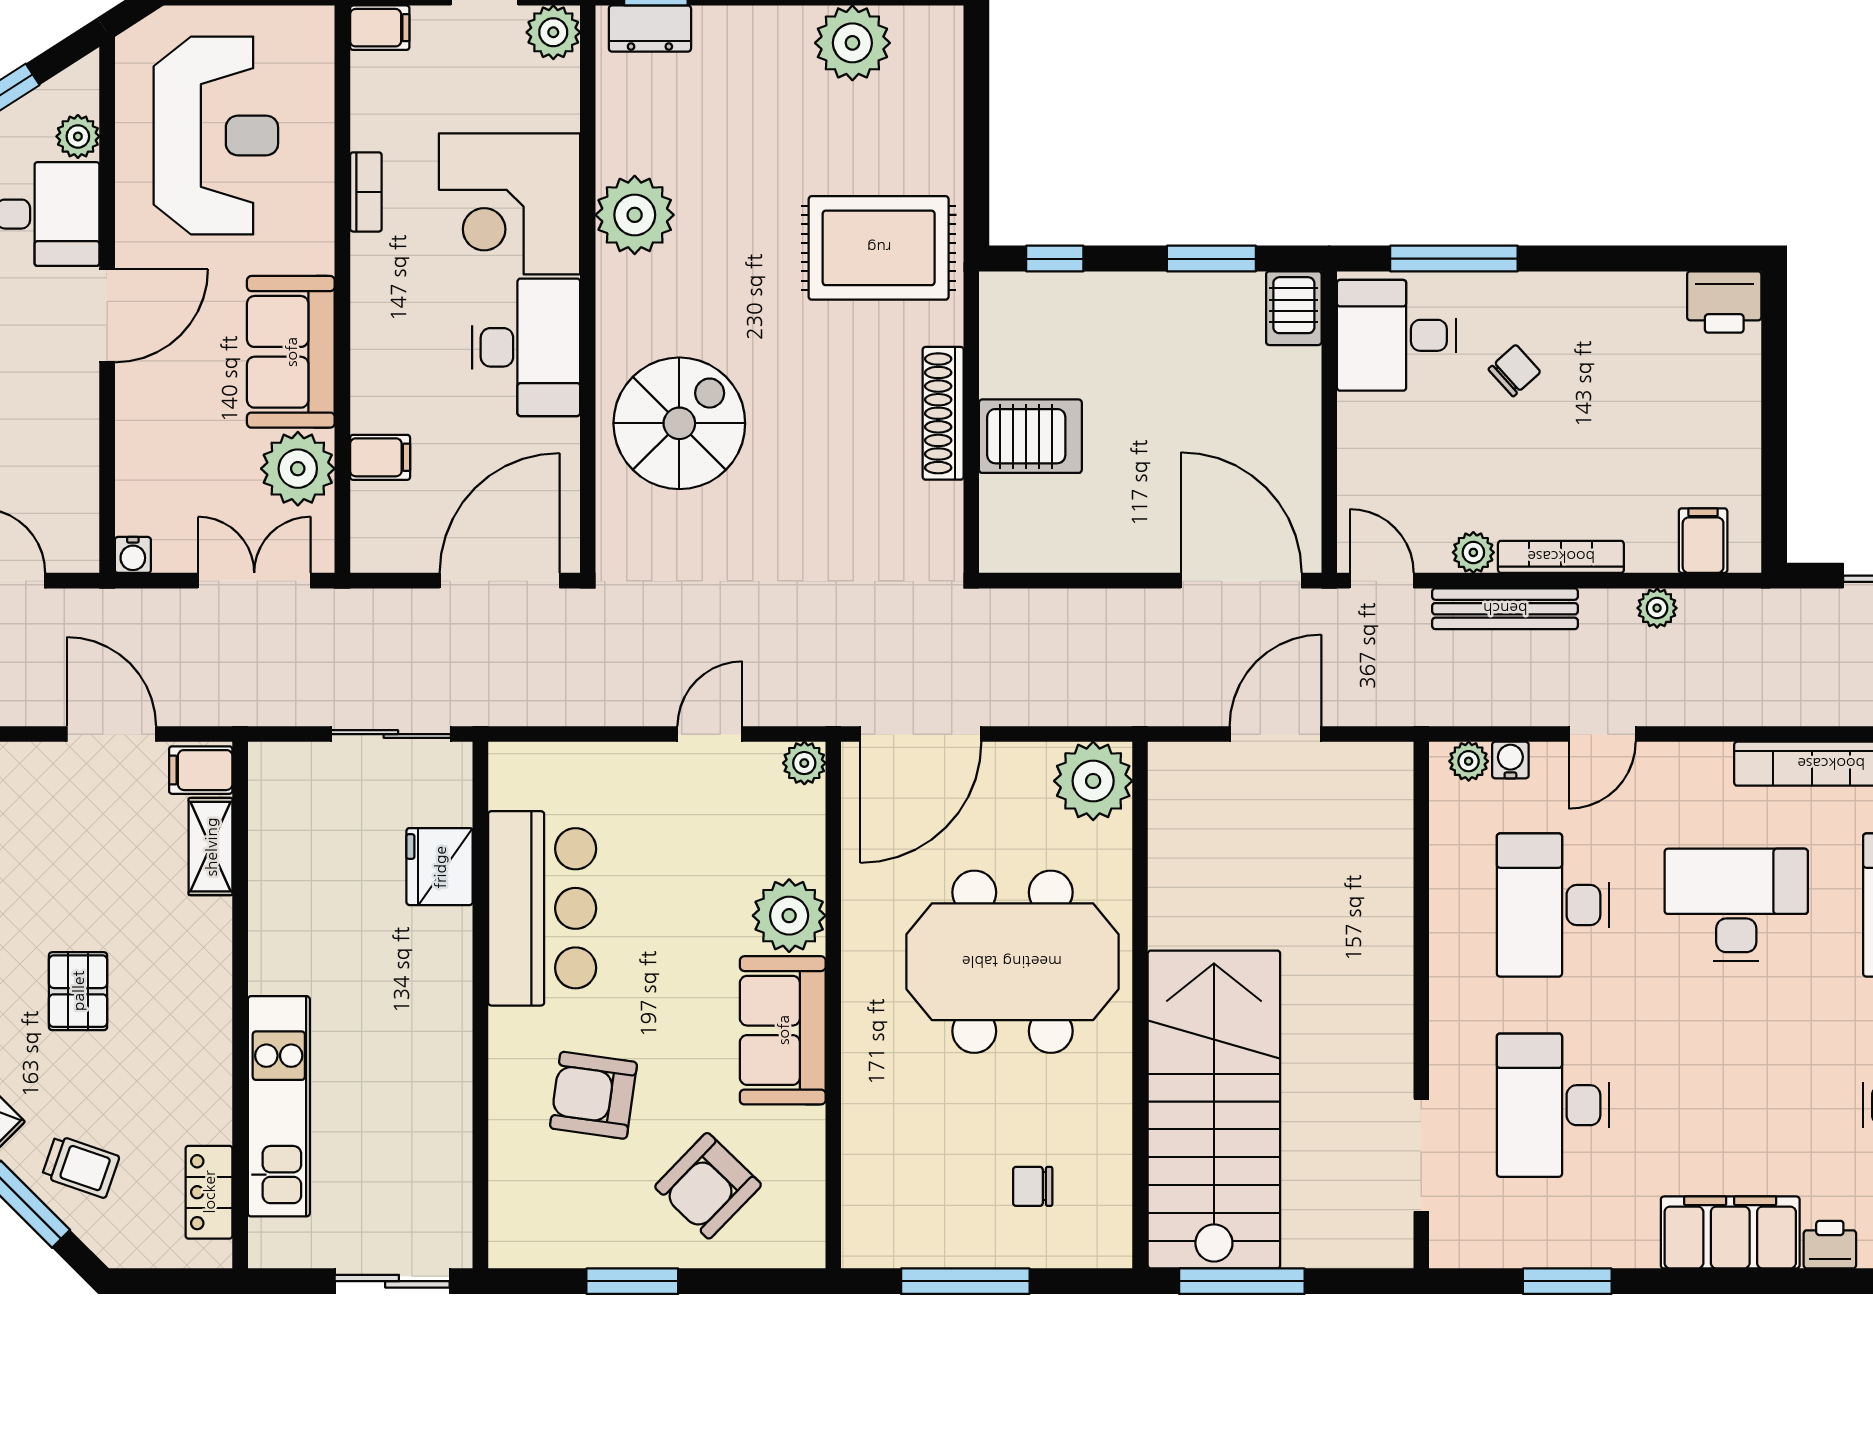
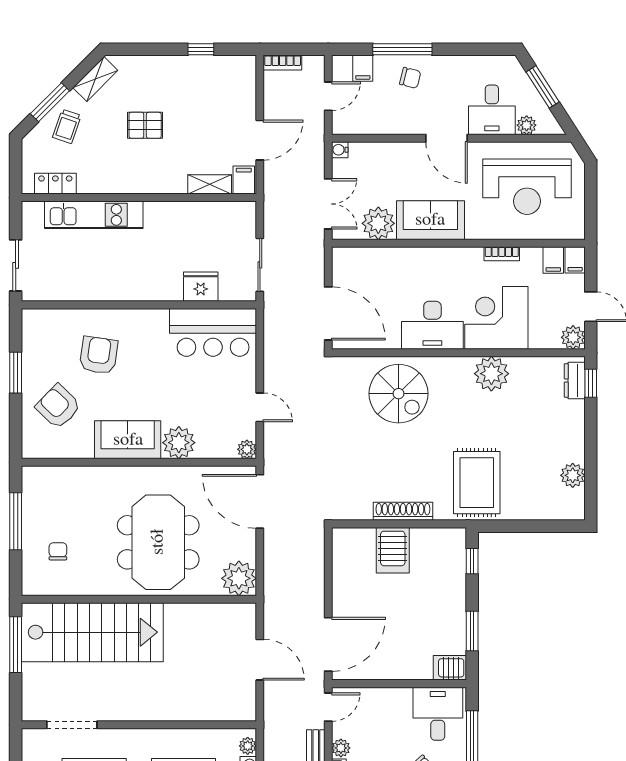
plant: (852, 43) -> (573, 475), width x0.73, depth x0.73
filing cabinet: (380, 457) -> (553, 260), moved
bar counter: (542, 908) -> (213, 332), moved

